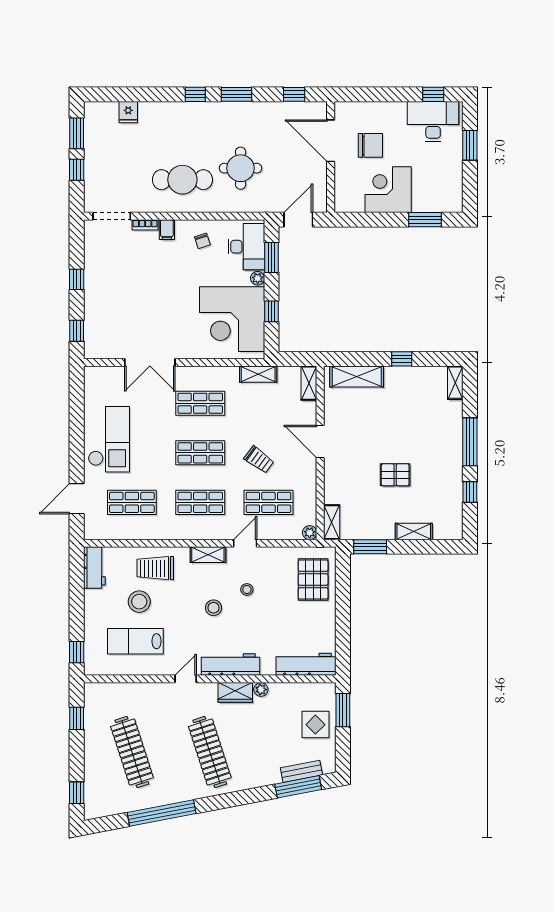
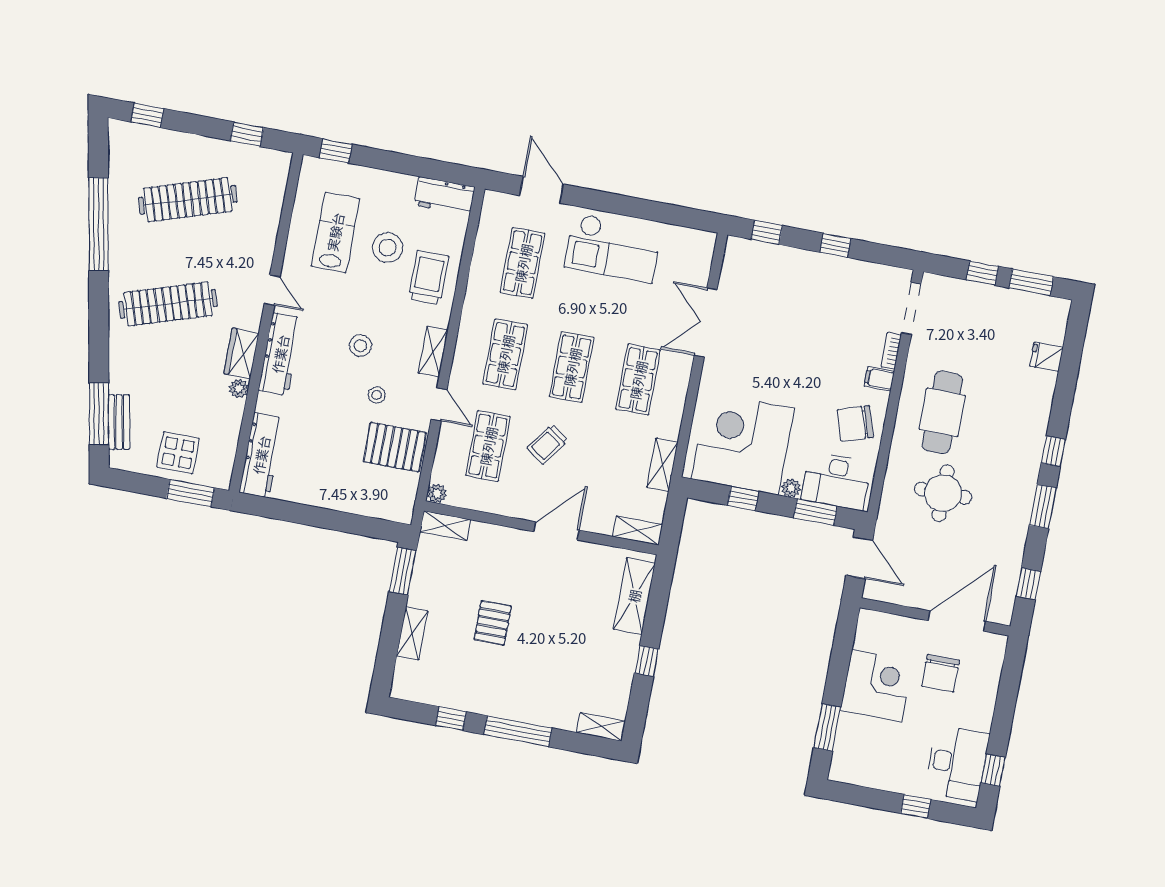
window: (470, 145) -> (916, 806), width x0.67
chair: (202, 241) -> (855, 424), width x1.87, depth x1.87
pallet: (313, 580) -> (395, 447), moved

